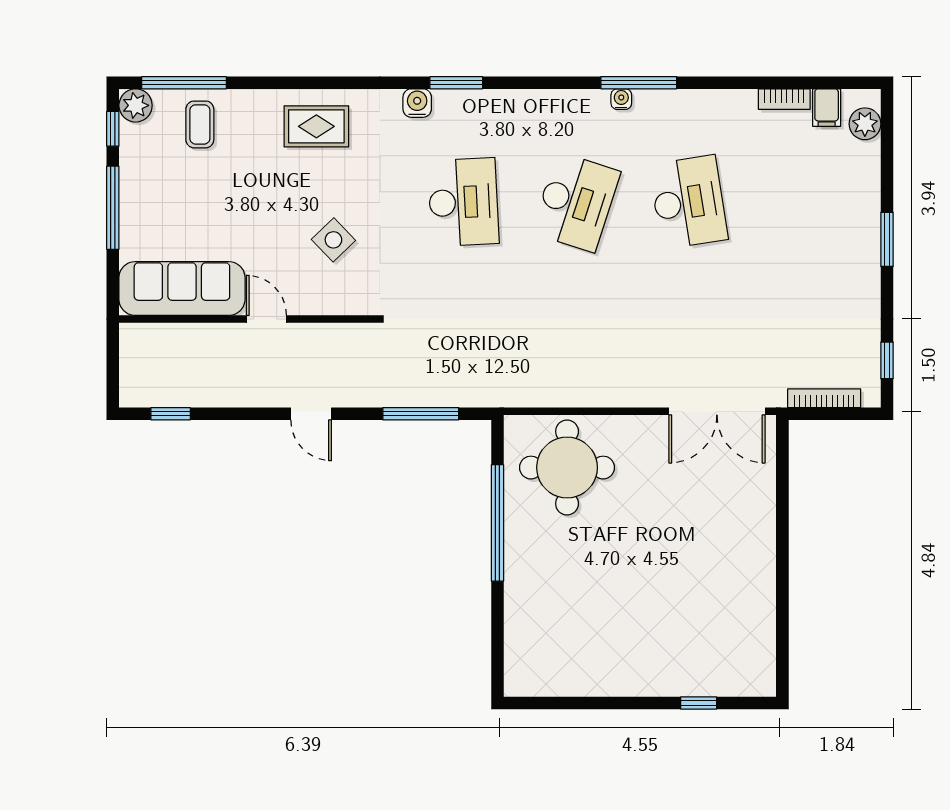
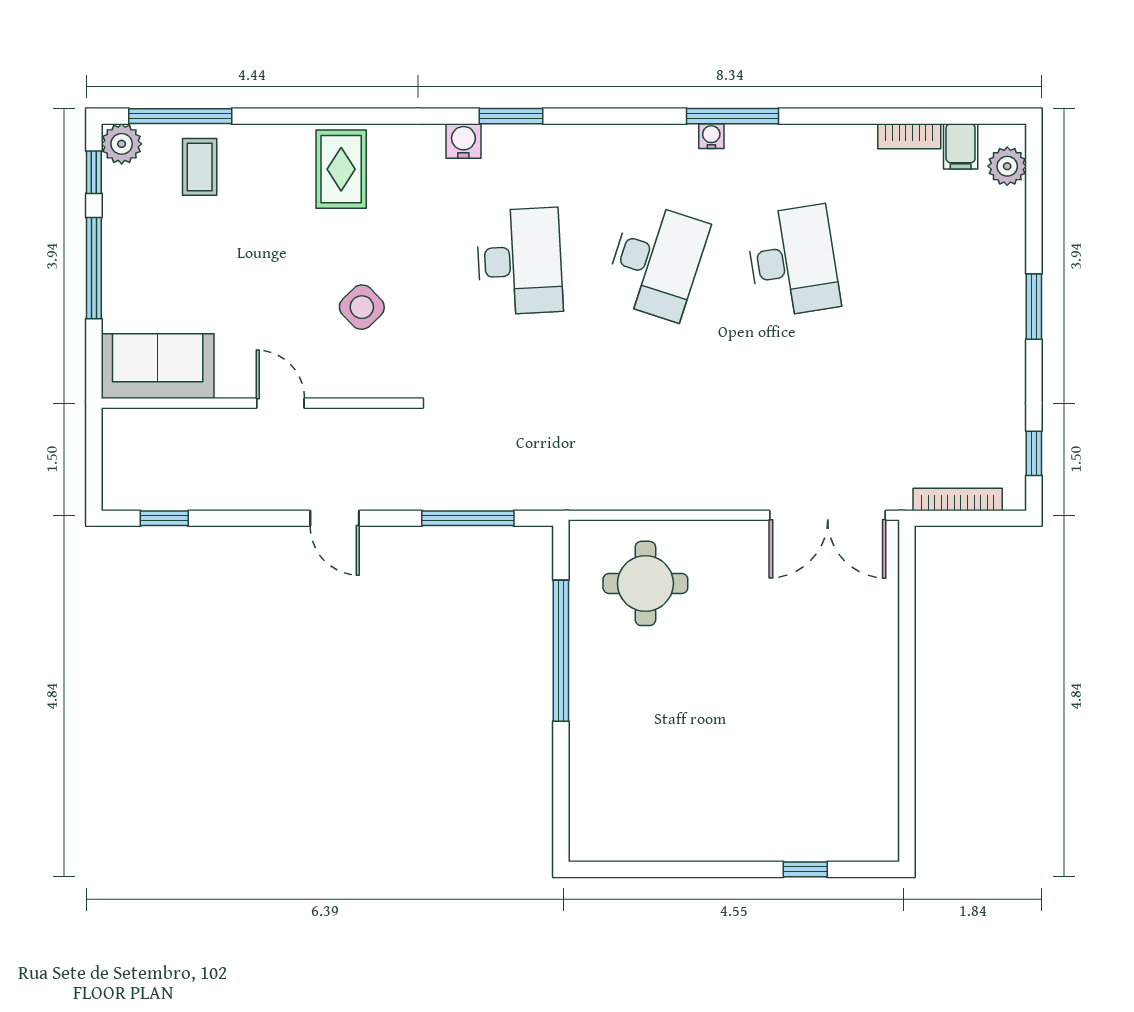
rug: (316, 126) -> (341, 169), turned 90
sofa: (182, 289) -> (158, 366), width x0.73
round table: (567, 468) -> (645, 583), width x0.73, depth x0.73

